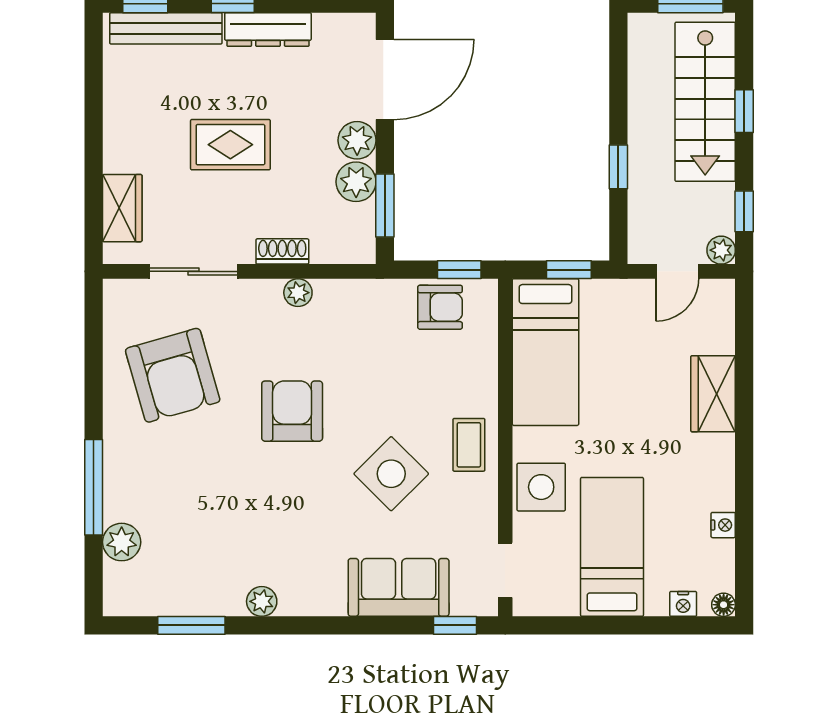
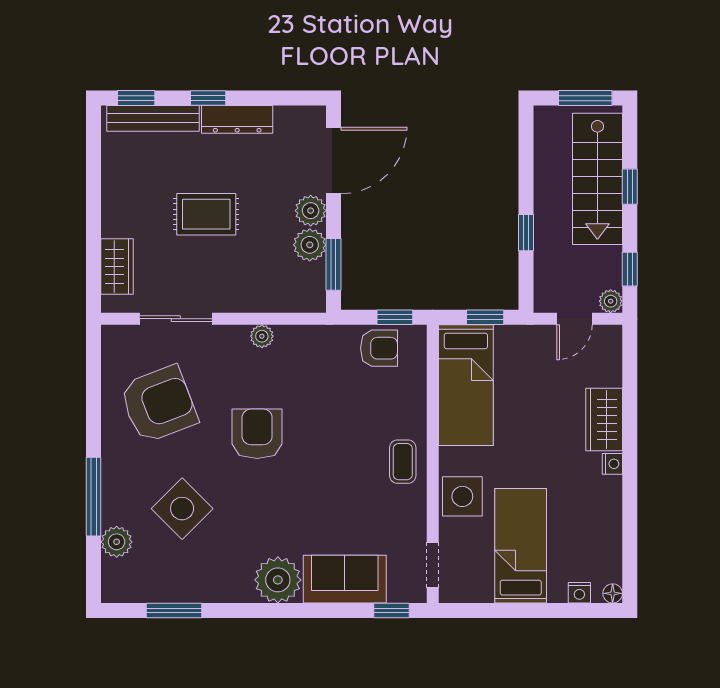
shoe rack: (282, 251) -> (249, 302), removed
armchair: (173, 375) -> (159, 404), turned -95
side table: (391, 474) -> (182, 509), moved
nightstand: (723, 525) -> (612, 464), moved
plant: (262, 601) -> (278, 580), moved, width x1.88, depth x1.88

